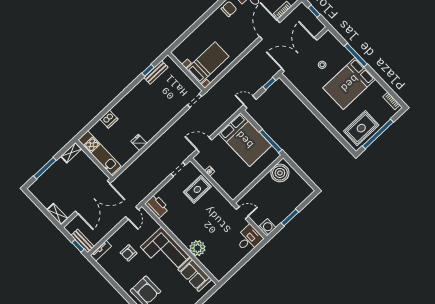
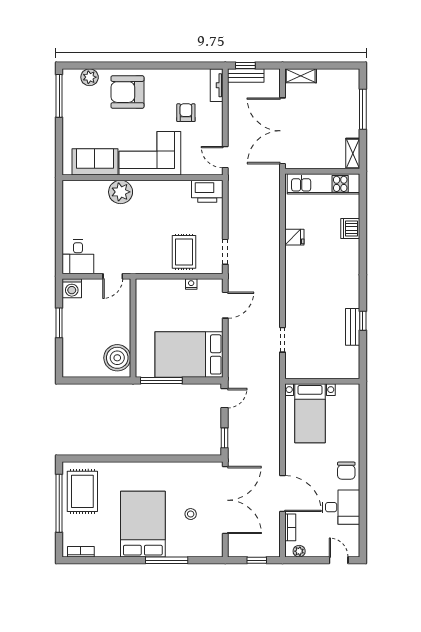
bed with nightstands: (208, 63) -> (310, 413), moved
wall: (186, 72) -> (322, 381), moved

